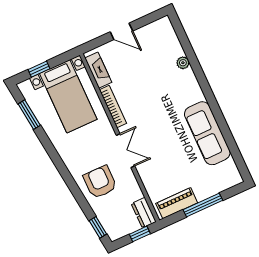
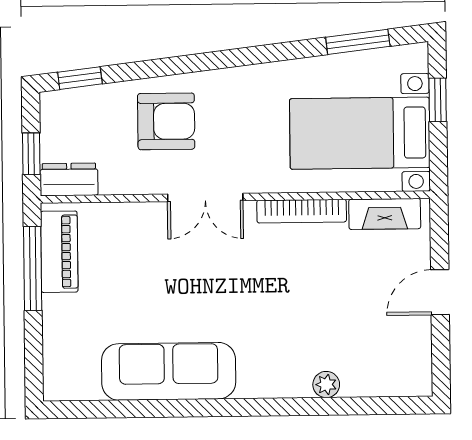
window: (203, 205) -> (33, 268), moved

